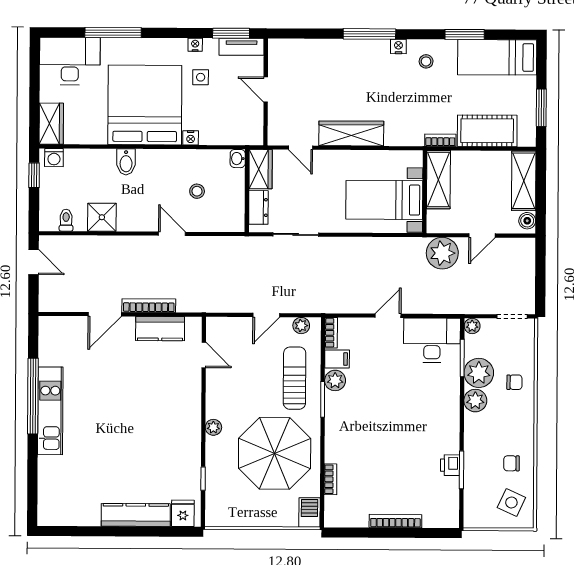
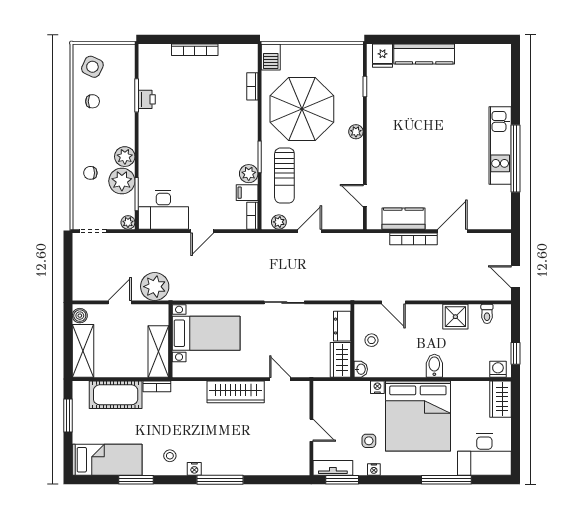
washbasin: (238, 159) -> (361, 369), moved
wardrobe: (261, 169) -> (340, 360), moved
wall: (247, 191) -> (352, 341), moved
dresser: (258, 207) -> (342, 326), moved

